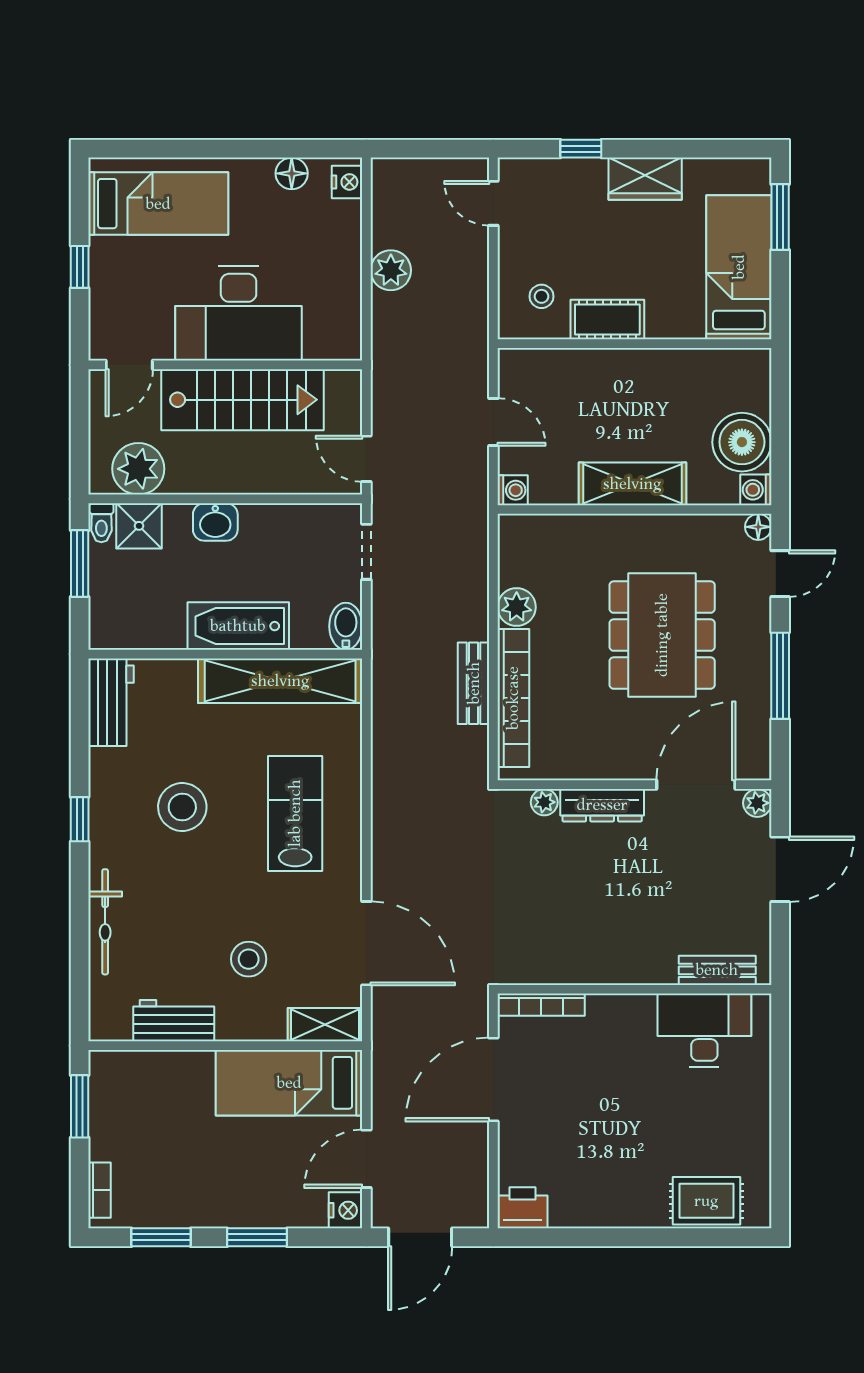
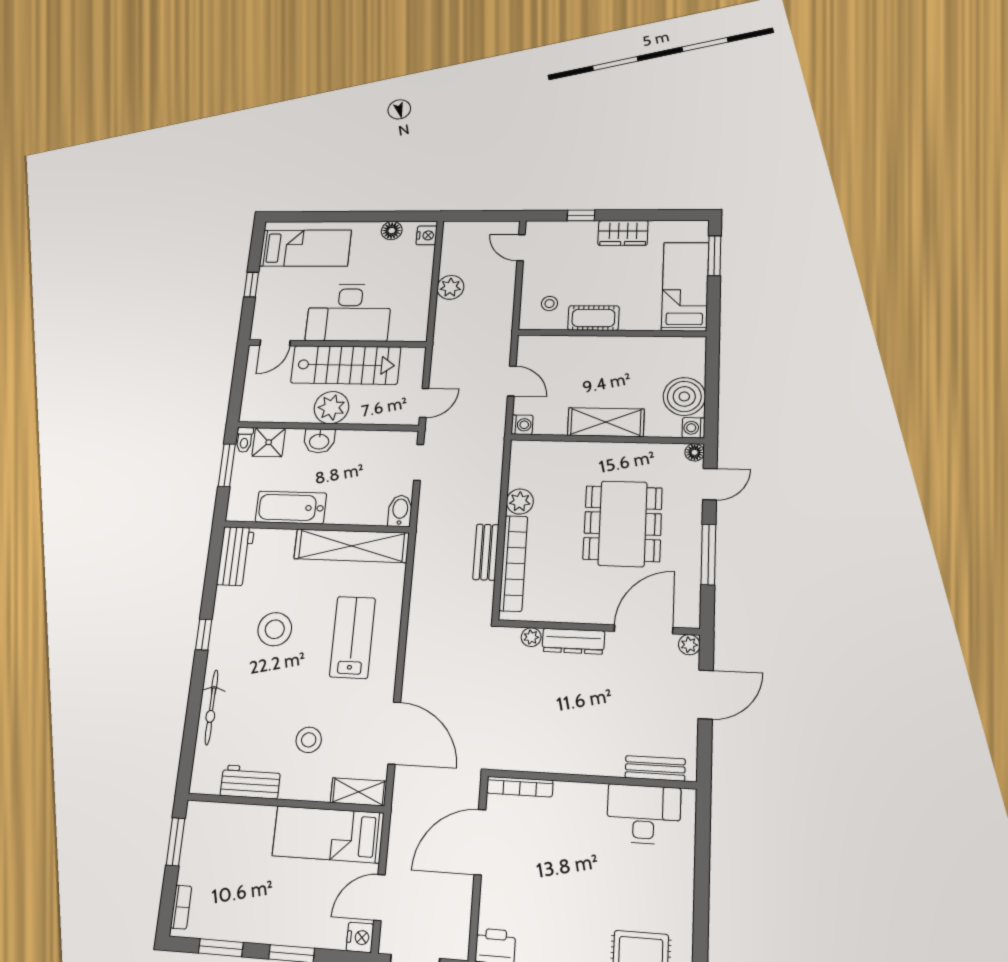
door: (366, 459) -> (424, 403), swing flipped
plant: (138, 469) -> (331, 408), moved
bathtub: (238, 626) -> (291, 507), moved

